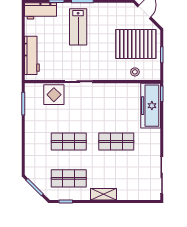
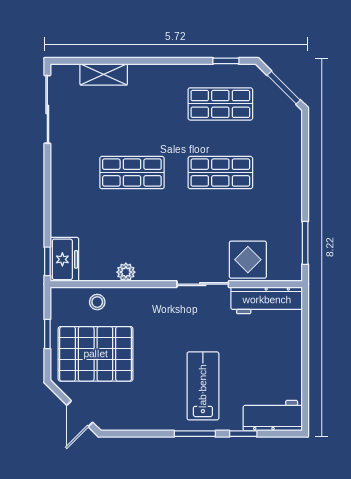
workbench: (32, 55) -> (267, 300), moved, turned -90
plant: (120, 88) -> (126, 272), added
freezer: (151, 106) -> (64, 259), width x0.52, depth x0.79
shelving: (104, 194) -> (104, 74), moved

